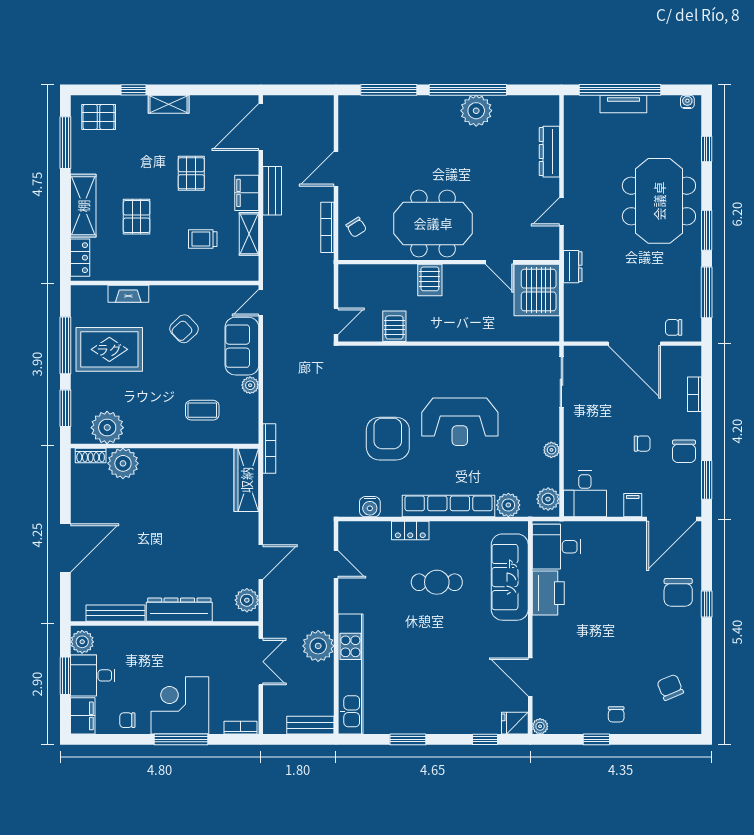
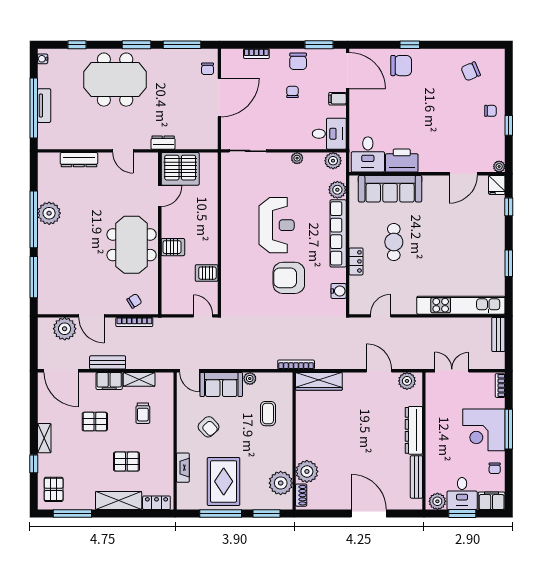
chair: (684, 451) -> (298, 61), turned 90
plant: (318, 646) -> (65, 329), moved

